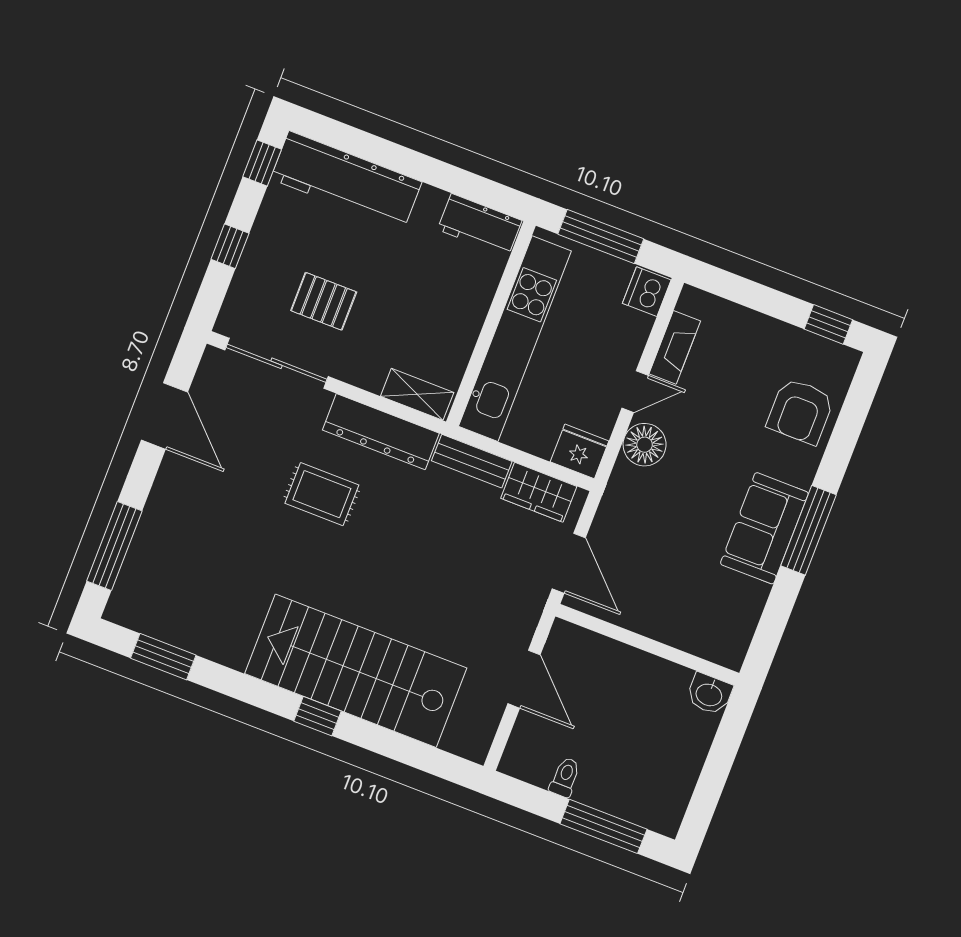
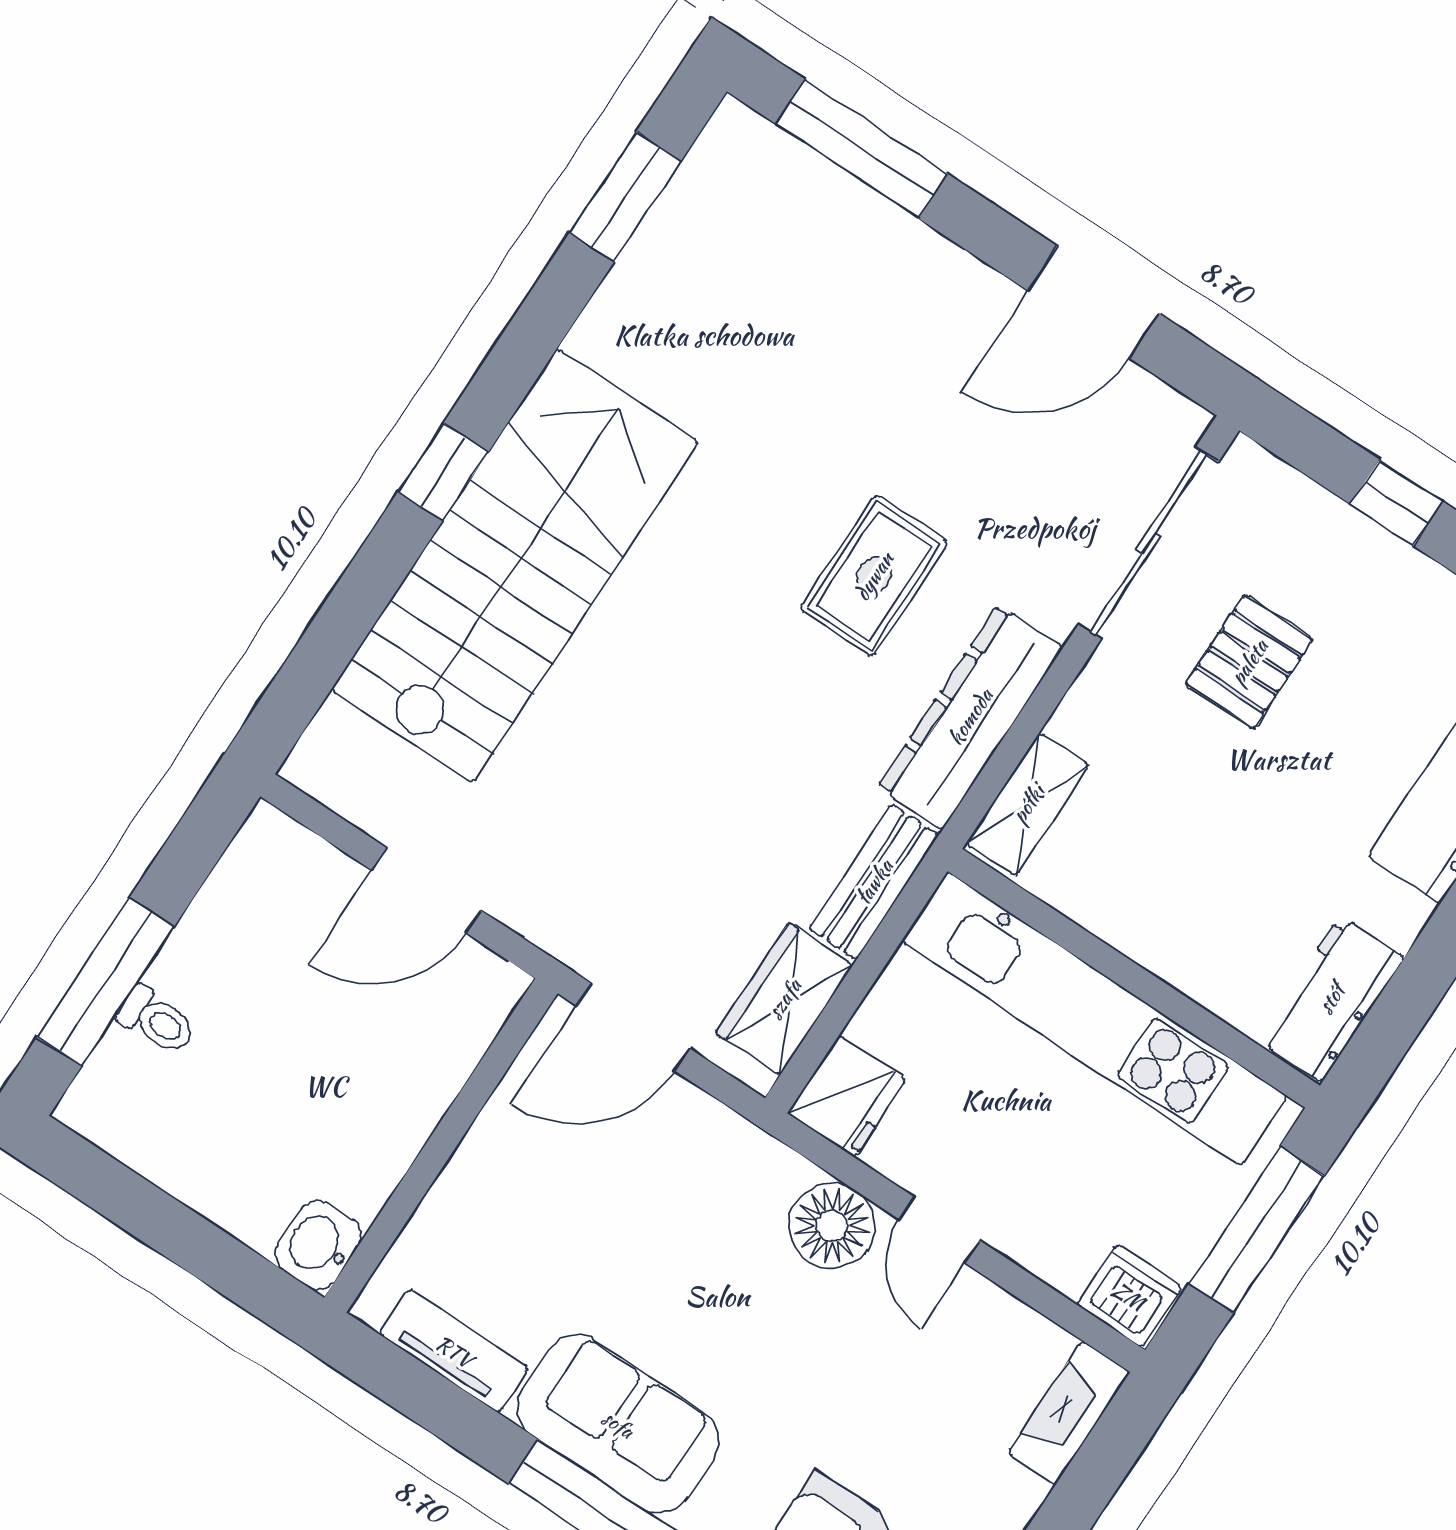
fireplace: (675, 347) -> (1069, 1413), moved, turned 90
tv unit: (746, 616) -> (454, 1351), added
toilet: (565, 777) -> (157, 1020), moved

